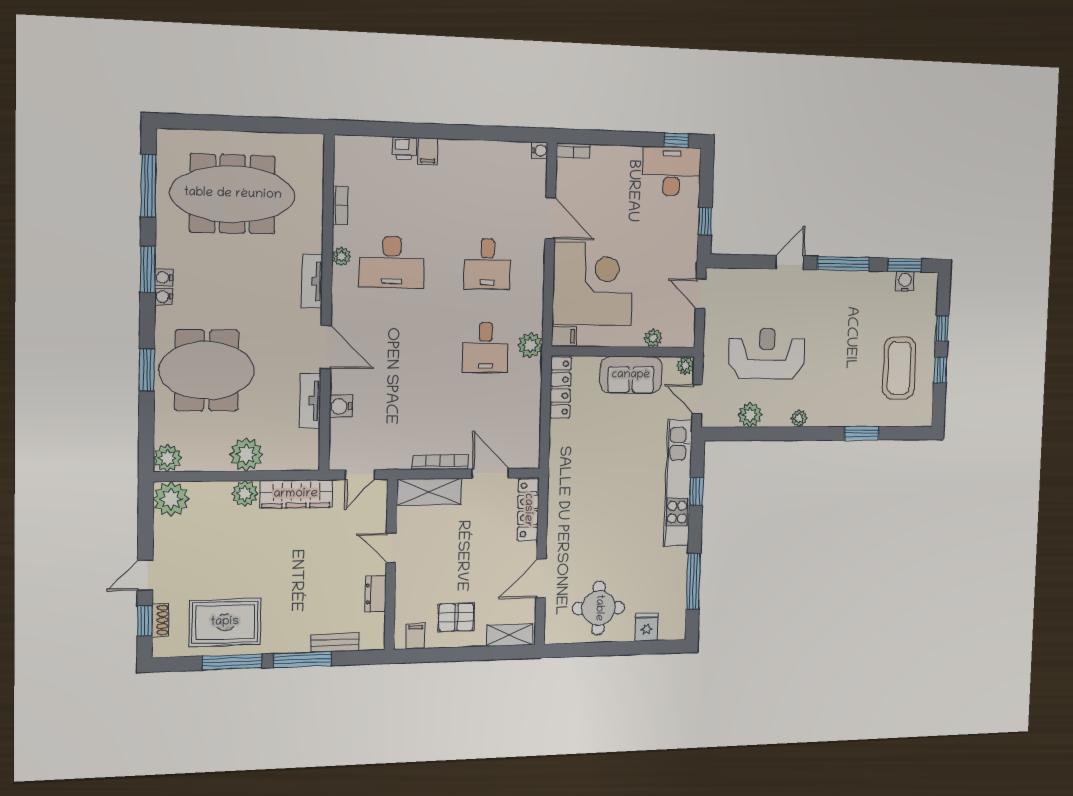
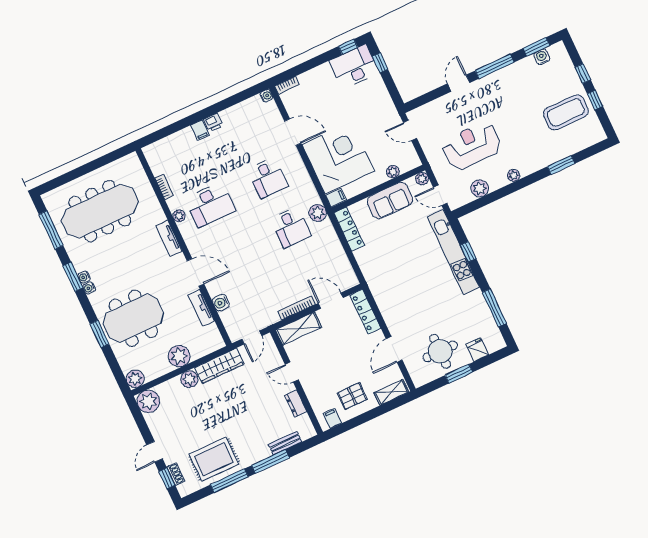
printer: (404, 148) -> (213, 122), moved
window: (705, 221) -> (380, 63), moved
coffee table: (899, 368) -> (566, 112), turned 90
window: (608, 649) -> (459, 374), added

